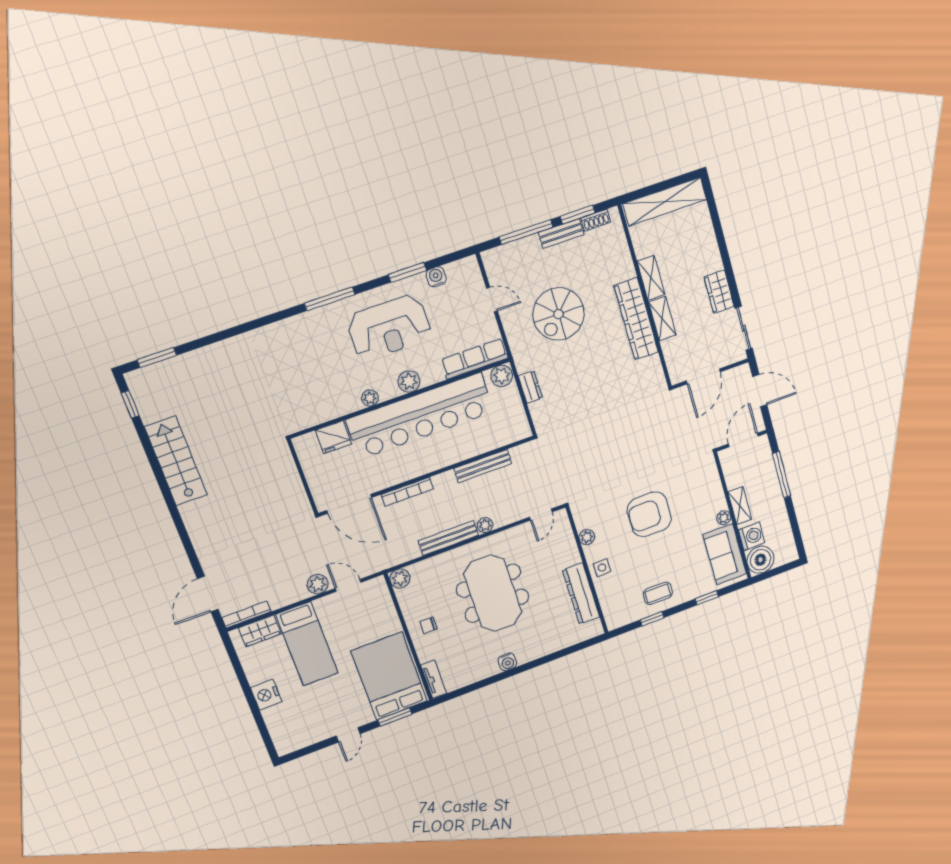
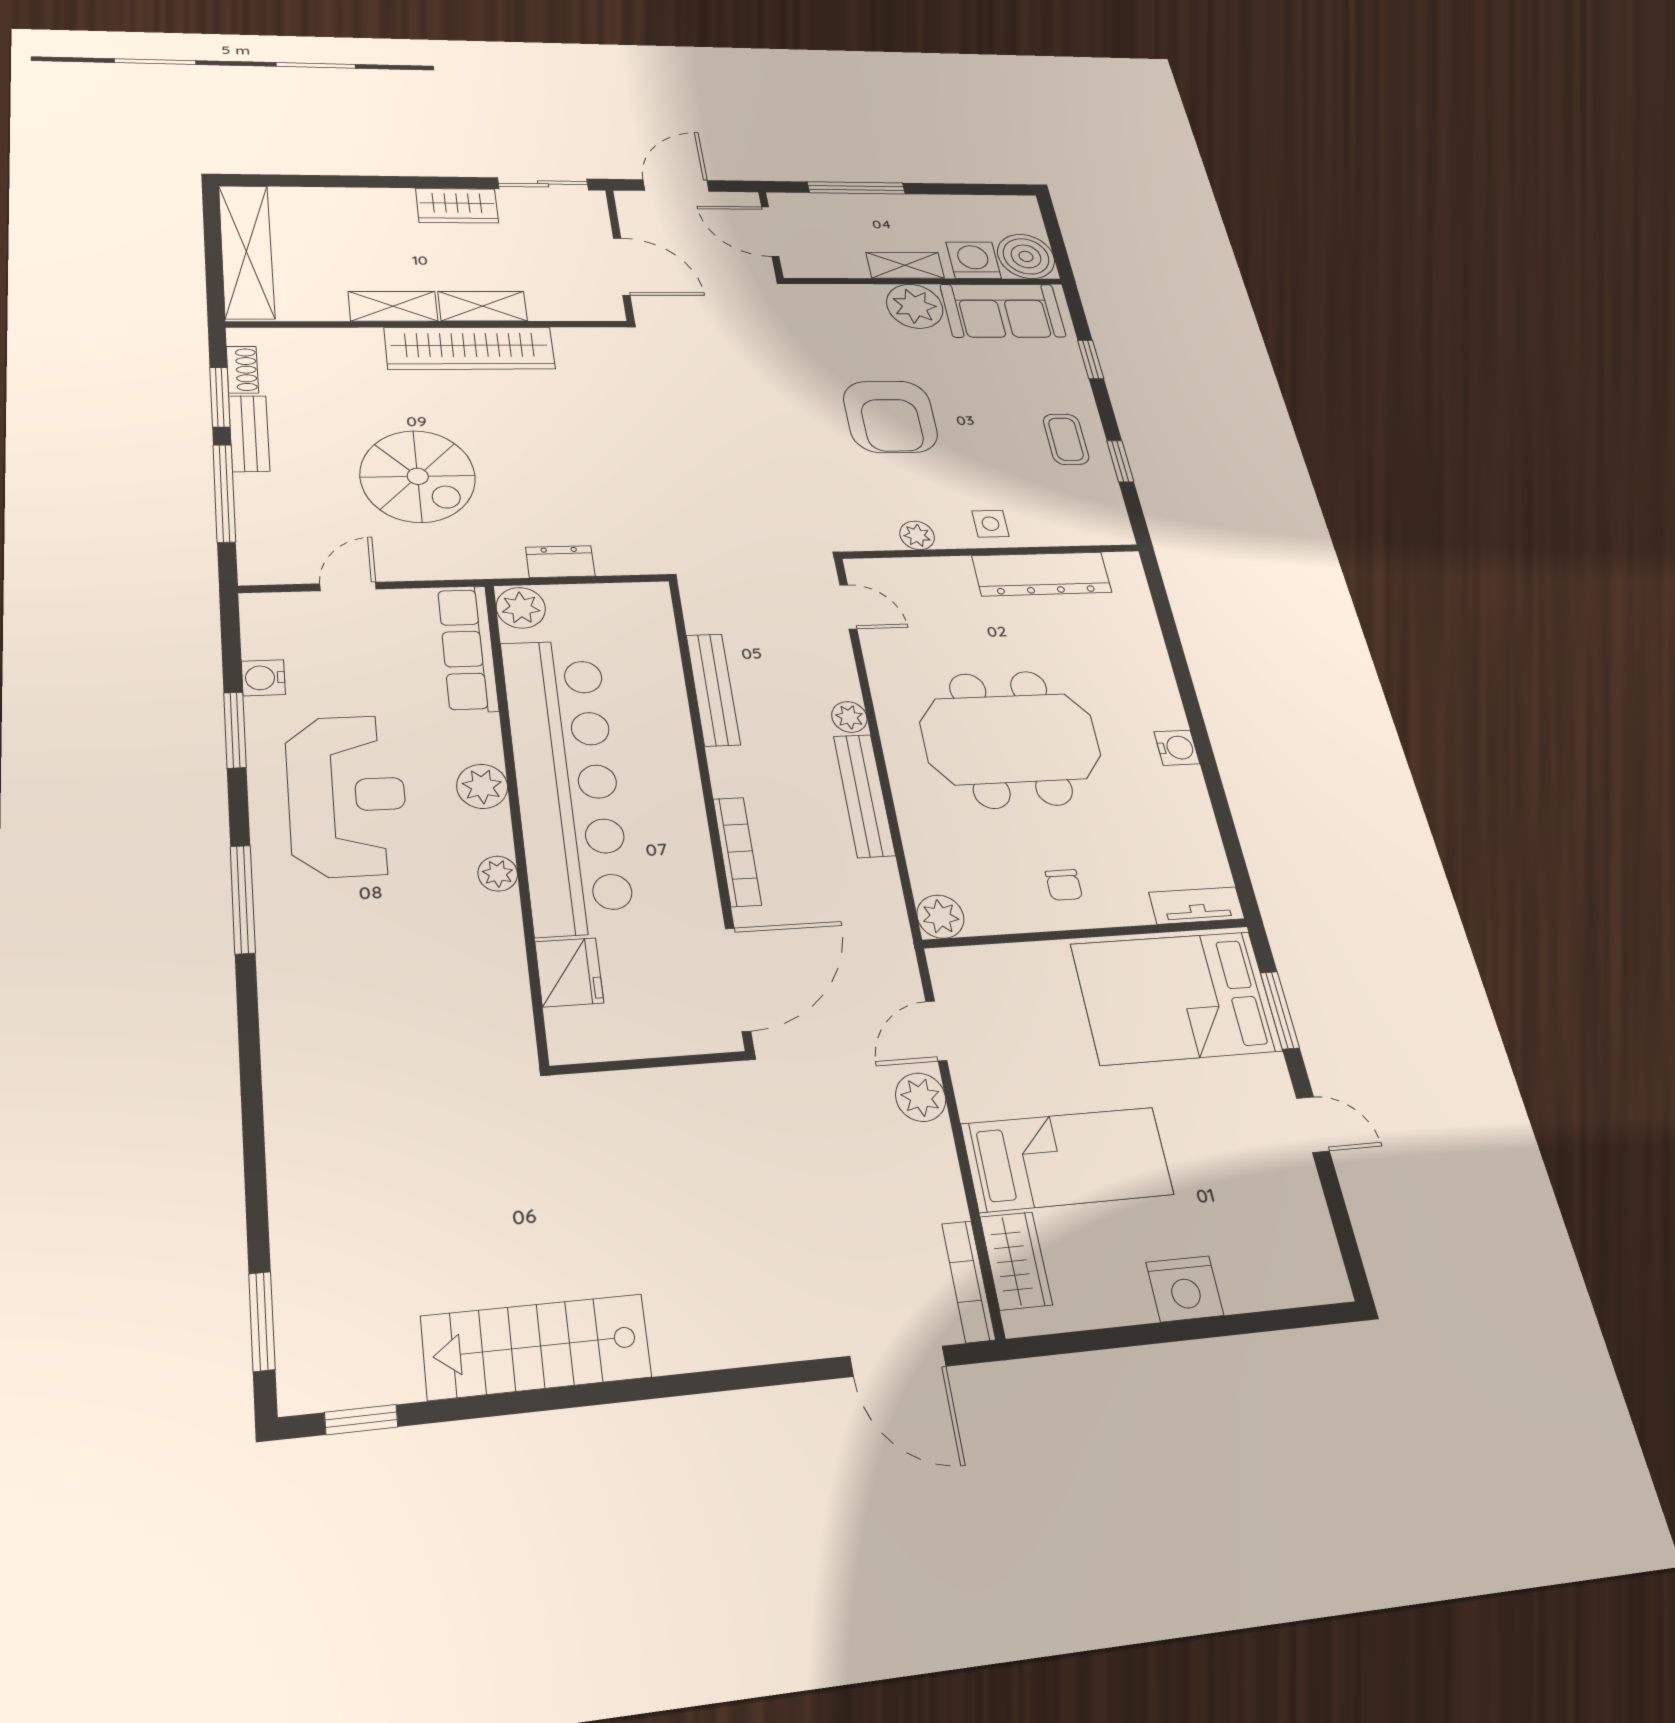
plant: (724, 518) -> (915, 306), width x1.88, depth x1.88

